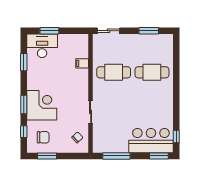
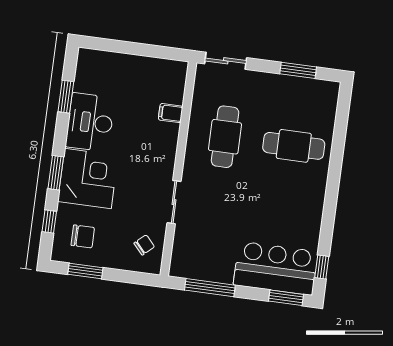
window: (49, 31) -> (120, 47), removed
desk: (42, 46) -> (90, 122), moved, turned -90
cafe table: (114, 72) -> (225, 137), turned 90

